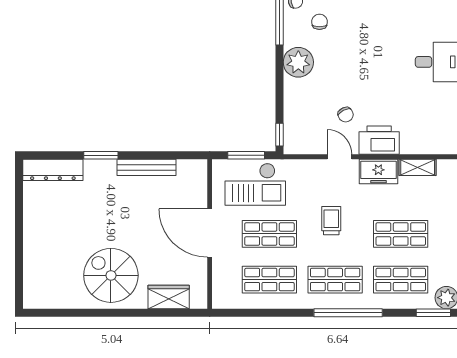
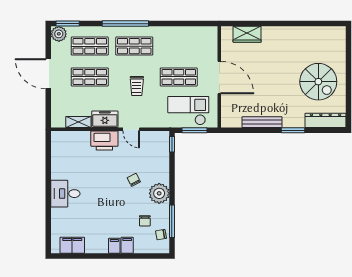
chair: (346, 115) -> (134, 180), moved
spiral stairs: (111, 275) -> (318, 82), moved
shop shelf: (269, 280) -> (179, 46), removed

